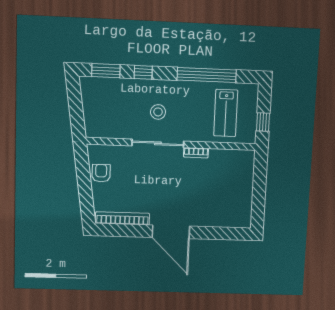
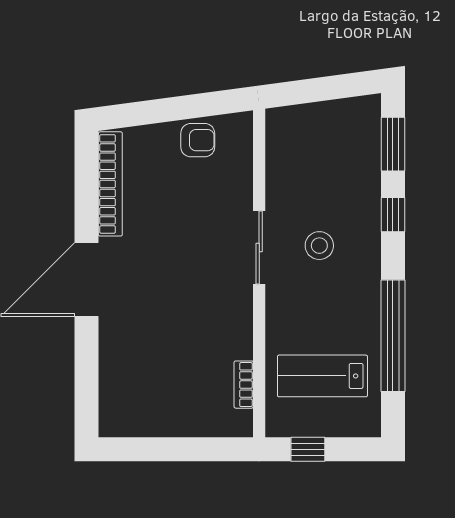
sliding door: (158, 143) -> (259, 248), width x0.73
bookcase: (196, 153) -> (244, 385), moved

